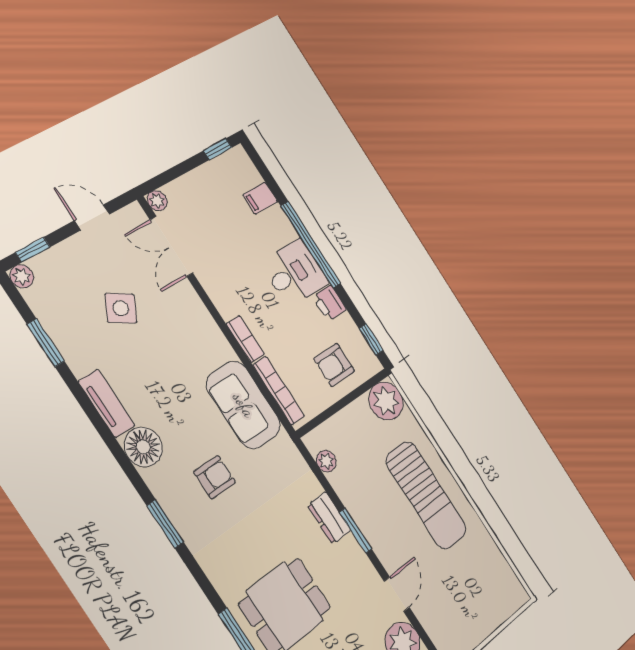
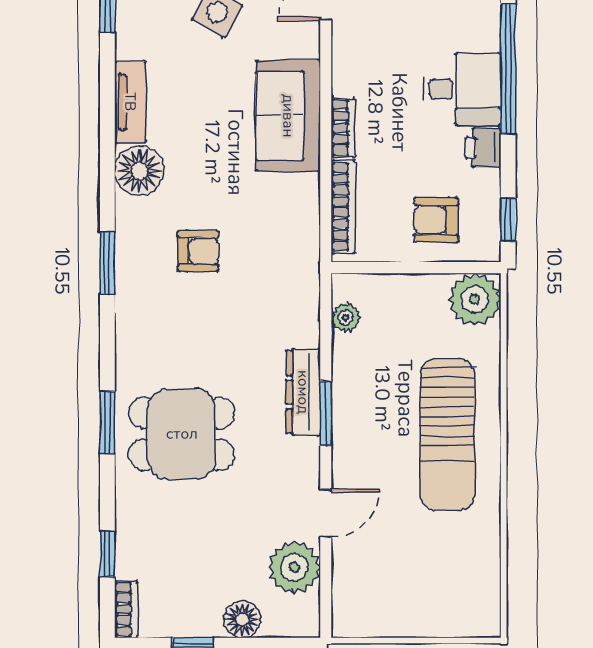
sofa: (244, 405) -> (288, 116), moved
dresser: (329, 518) -> (303, 392), width x1.44

